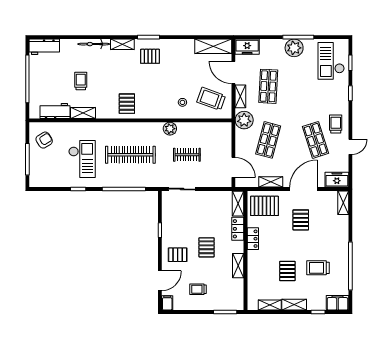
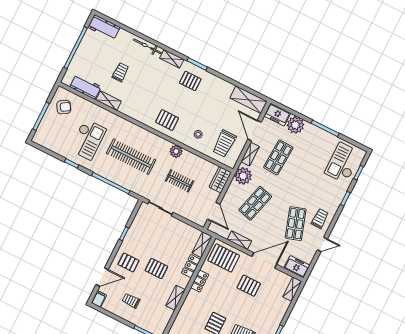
plant: (294, 48) -> (295, 125), moved
trolley: (211, 99) -> (224, 144), turned -110
pallet: (127, 104) -> (167, 120), moved, turned 90
wardrobe: (224, 134) -> (220, 180), added
pallet: (301, 220) -> (249, 286), turned 90
pallet: (207, 247) -> (156, 269), turned 90

